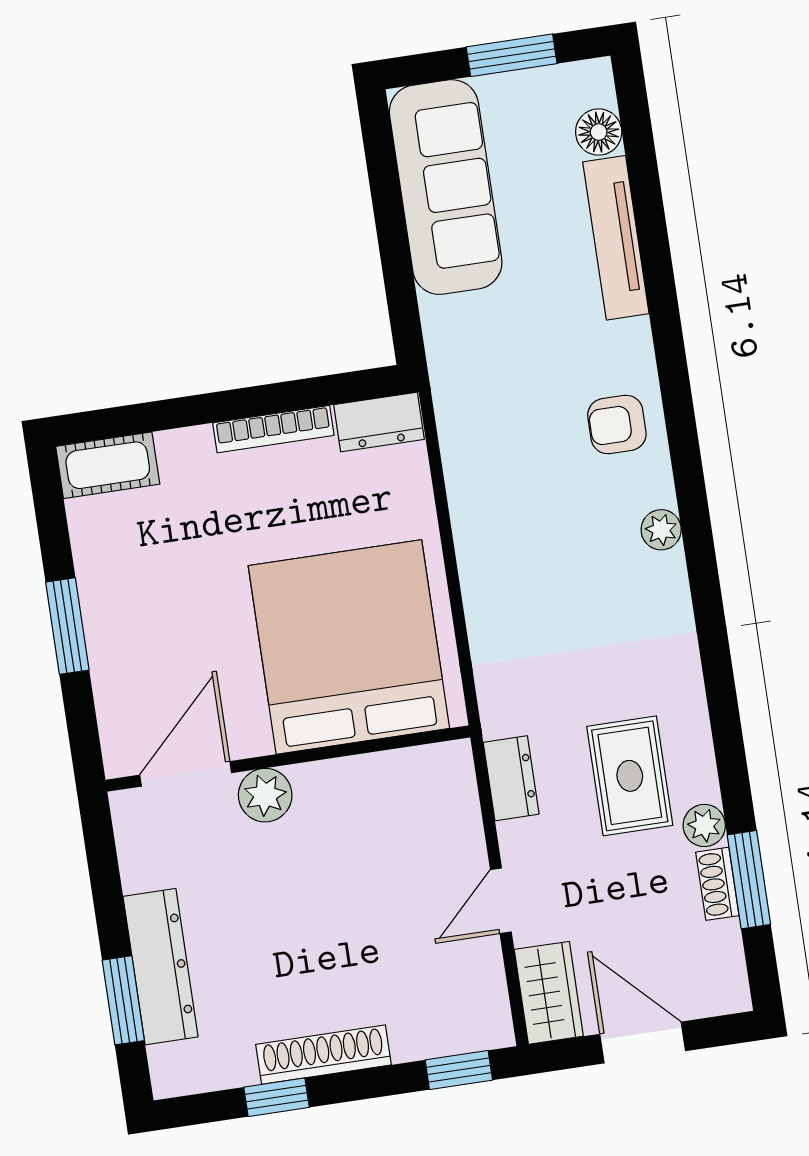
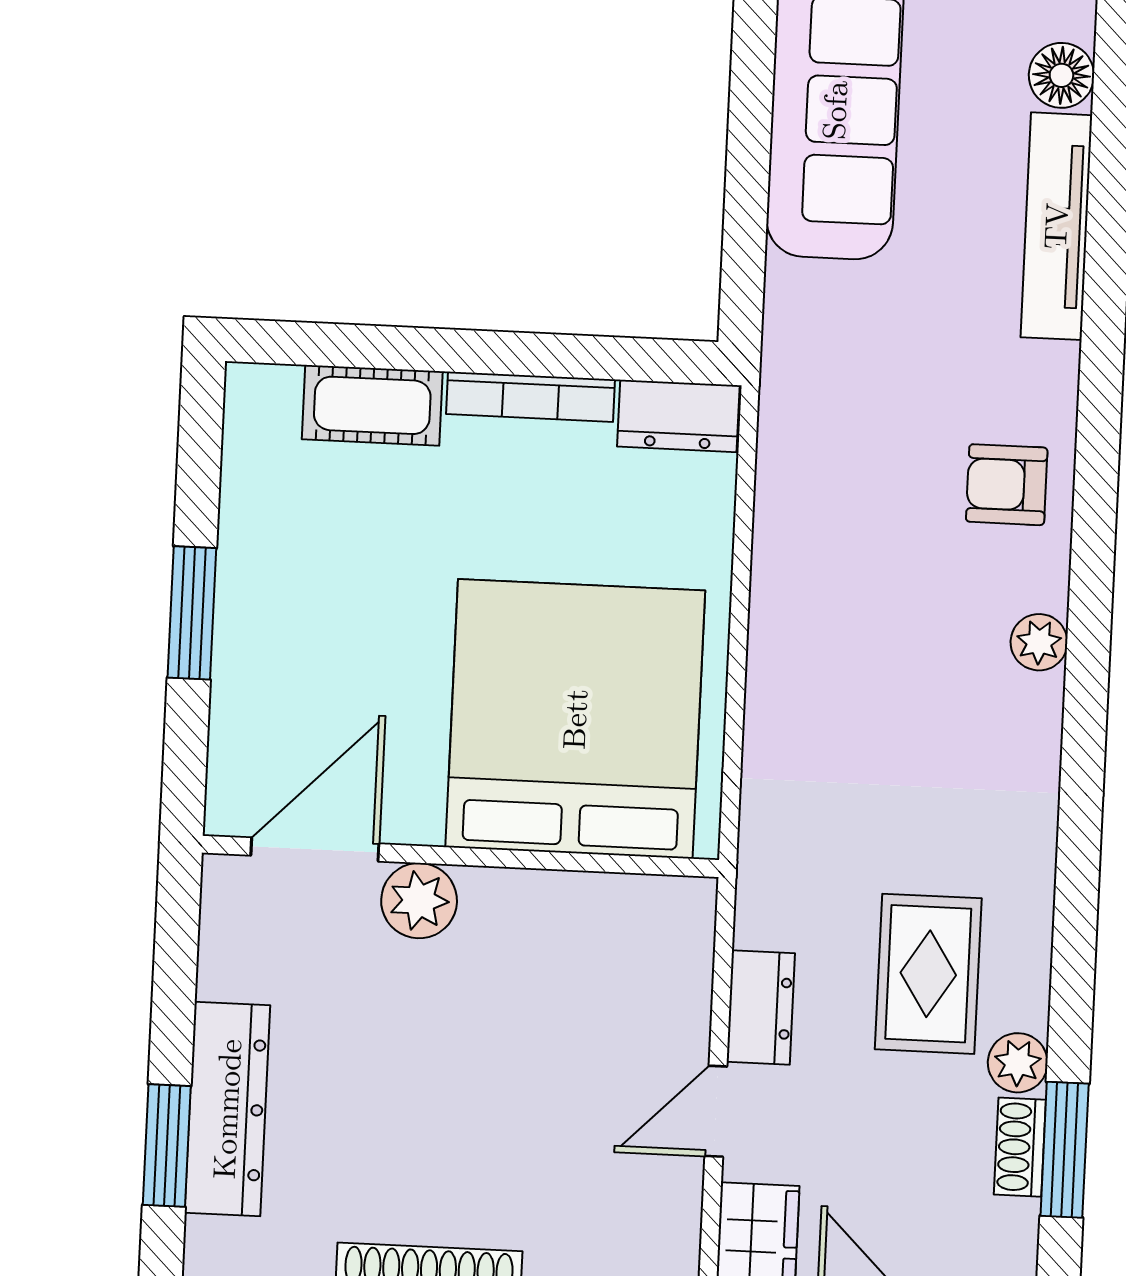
cot: (108, 465) -> (372, 405), moved
dresser: (511, 778) -> (761, 1008), moved

